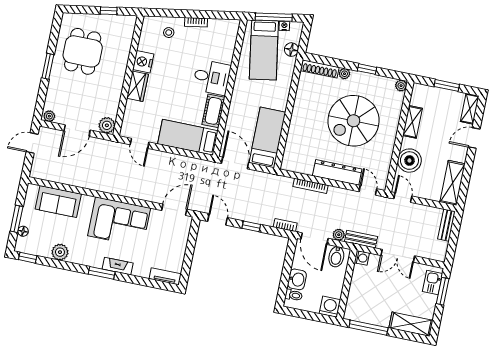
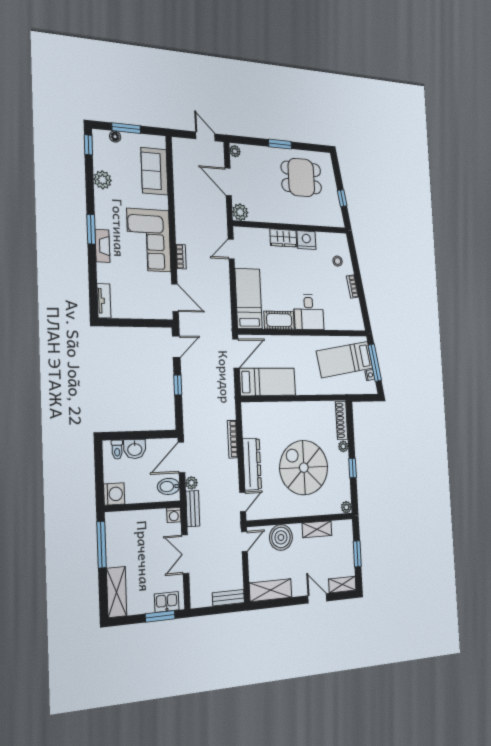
floor lamp: (291, 50) -> (352, 387), removed
bookcase: (285, 225) -> (181, 257), moved

